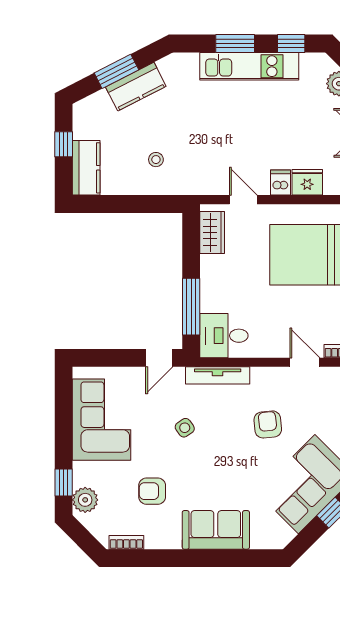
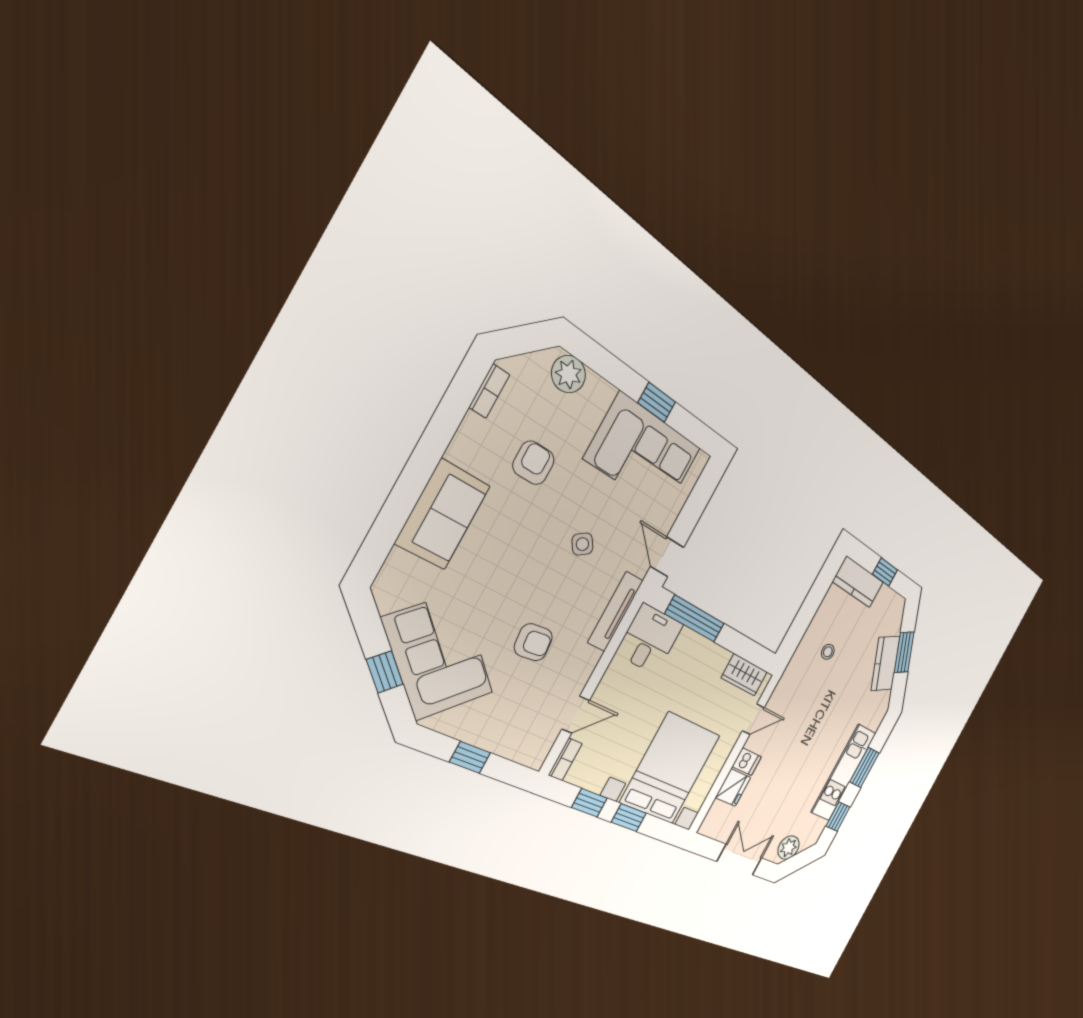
window: (64, 483) -> (657, 402), moved

